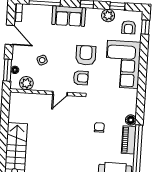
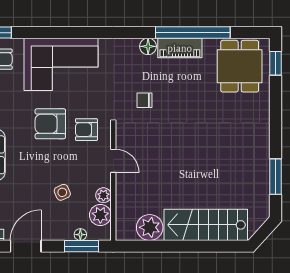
armchair: (81, 78) -> (86, 130), turned -90
plant: (39, 86) -> (103, 195), added
plant: (17, 114) -> (150, 227), added
chair: (99, 127) -> (144, 100), moved

